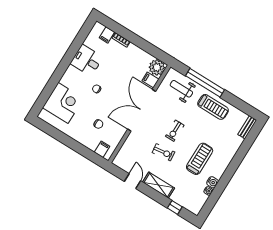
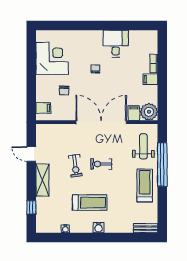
filing cabinet: (107, 35) -> (150, 79), moved
corner desk: (63, 103) -> (52, 58), moved, turned -90
treadmill: (213, 107) -> (145, 185), turned 180
door: (133, 181) -> (31, 154), swing flipped
water cooler: (212, 182) -> (99, 228), moved

